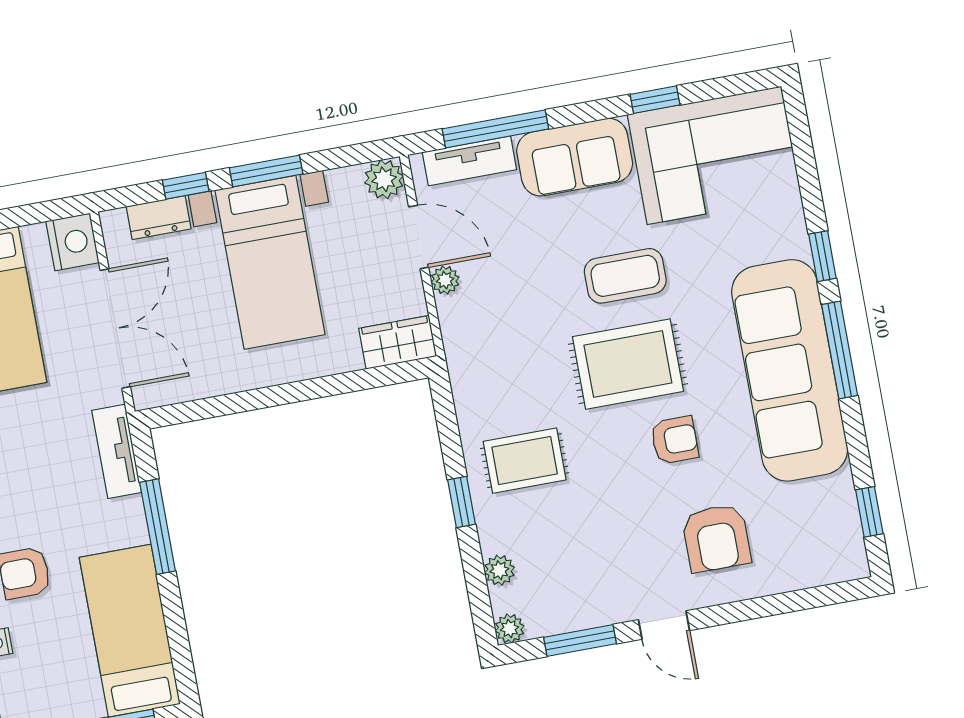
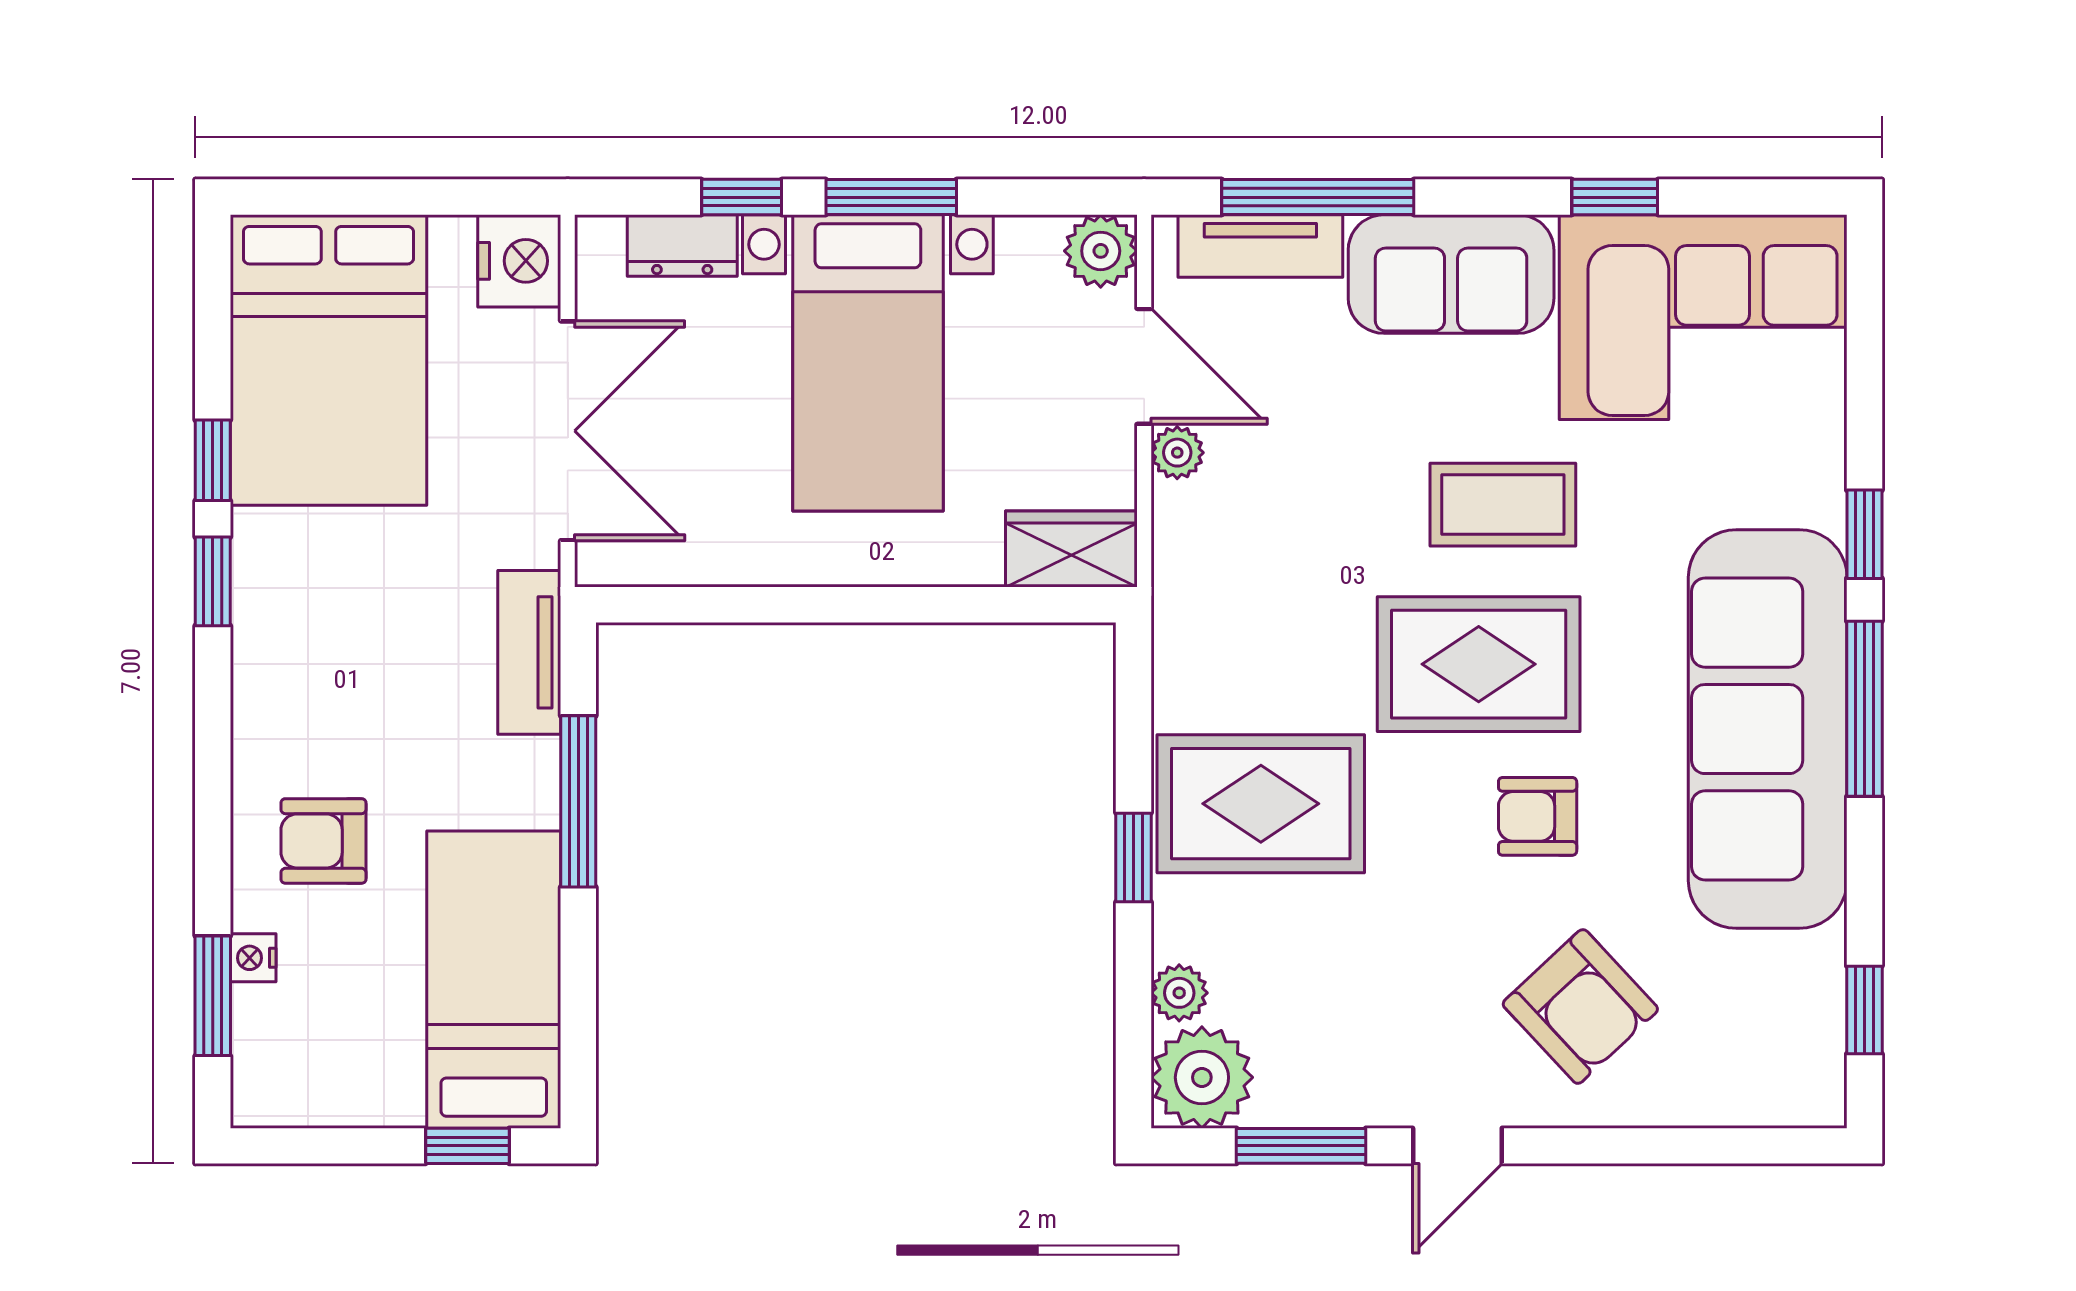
armchair: (675, 440) -> (1538, 816), turned 180
rug: (525, 461) -> (1261, 804), width x1.36, depth x1.43
armchair: (716, 538) -> (1580, 1006), turned -43
door: (664, 625) -> (1457, 1146), hinge flipped
plant: (510, 629) -> (1202, 1077), width x1.87, depth x1.87

